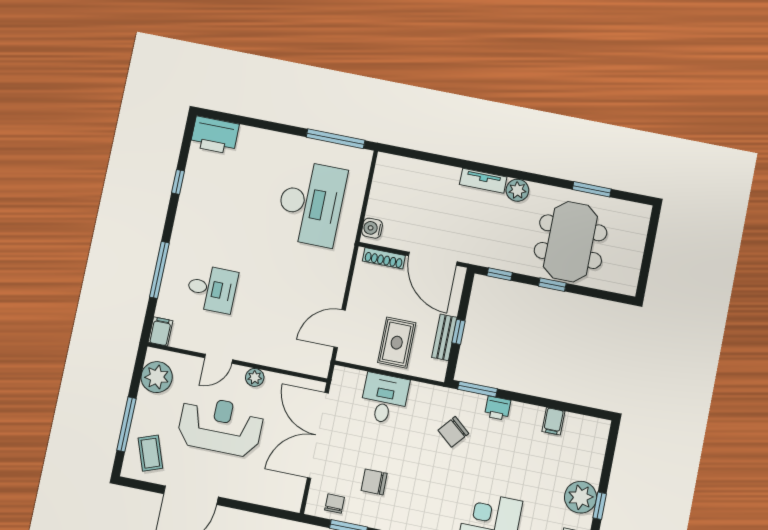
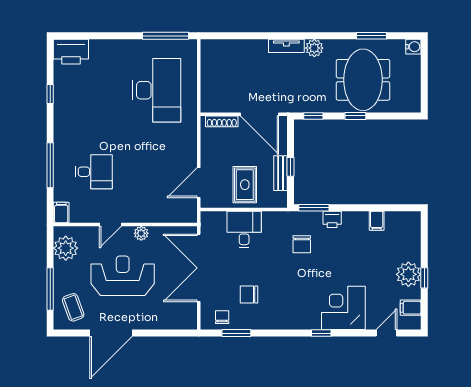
water cooler: (372, 228) -> (413, 47), moved, turned 180
chair: (453, 432) -> (302, 244), turned -40

